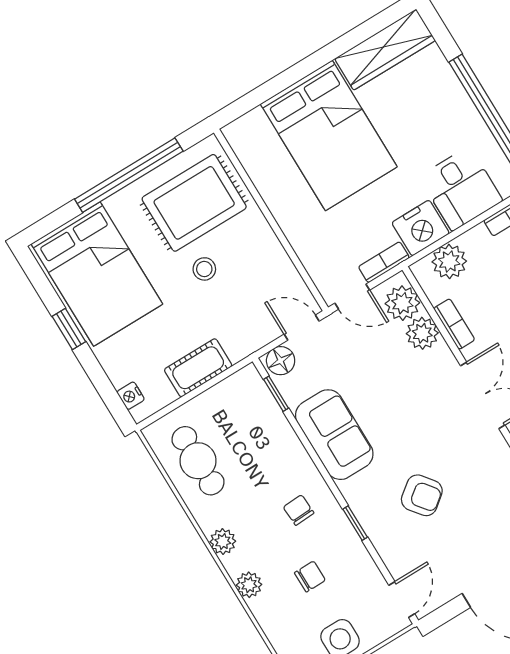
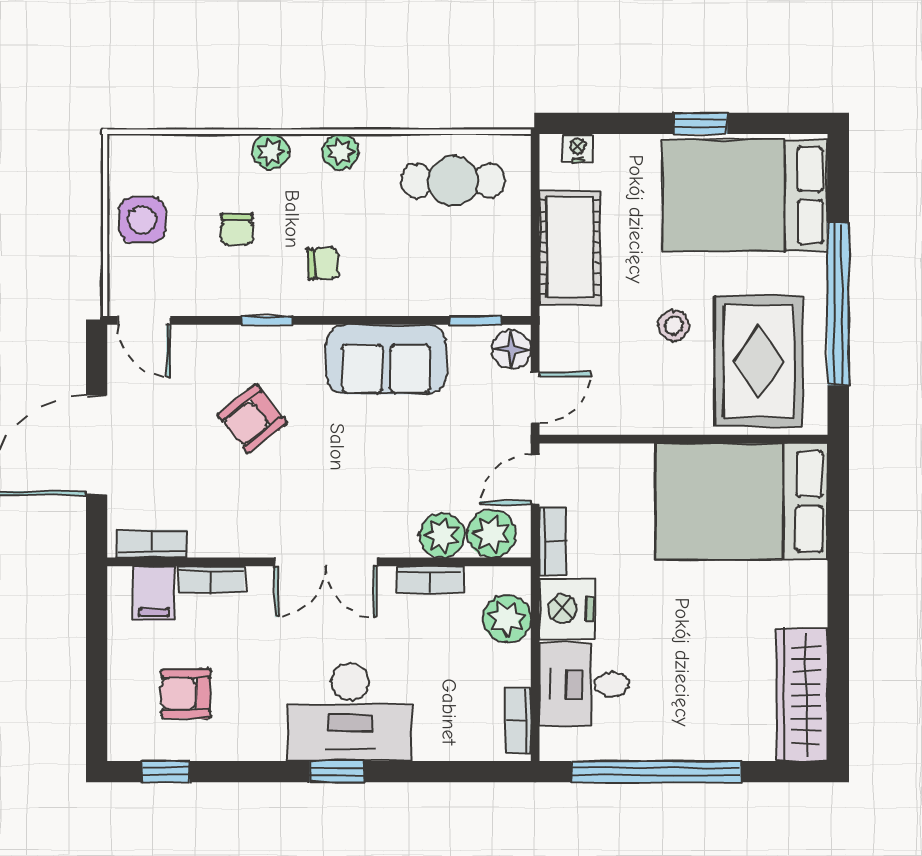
bed: (329, 135) -> (741, 501), moved
cot: (198, 368) -> (570, 247), width x1.37, depth x1.34

